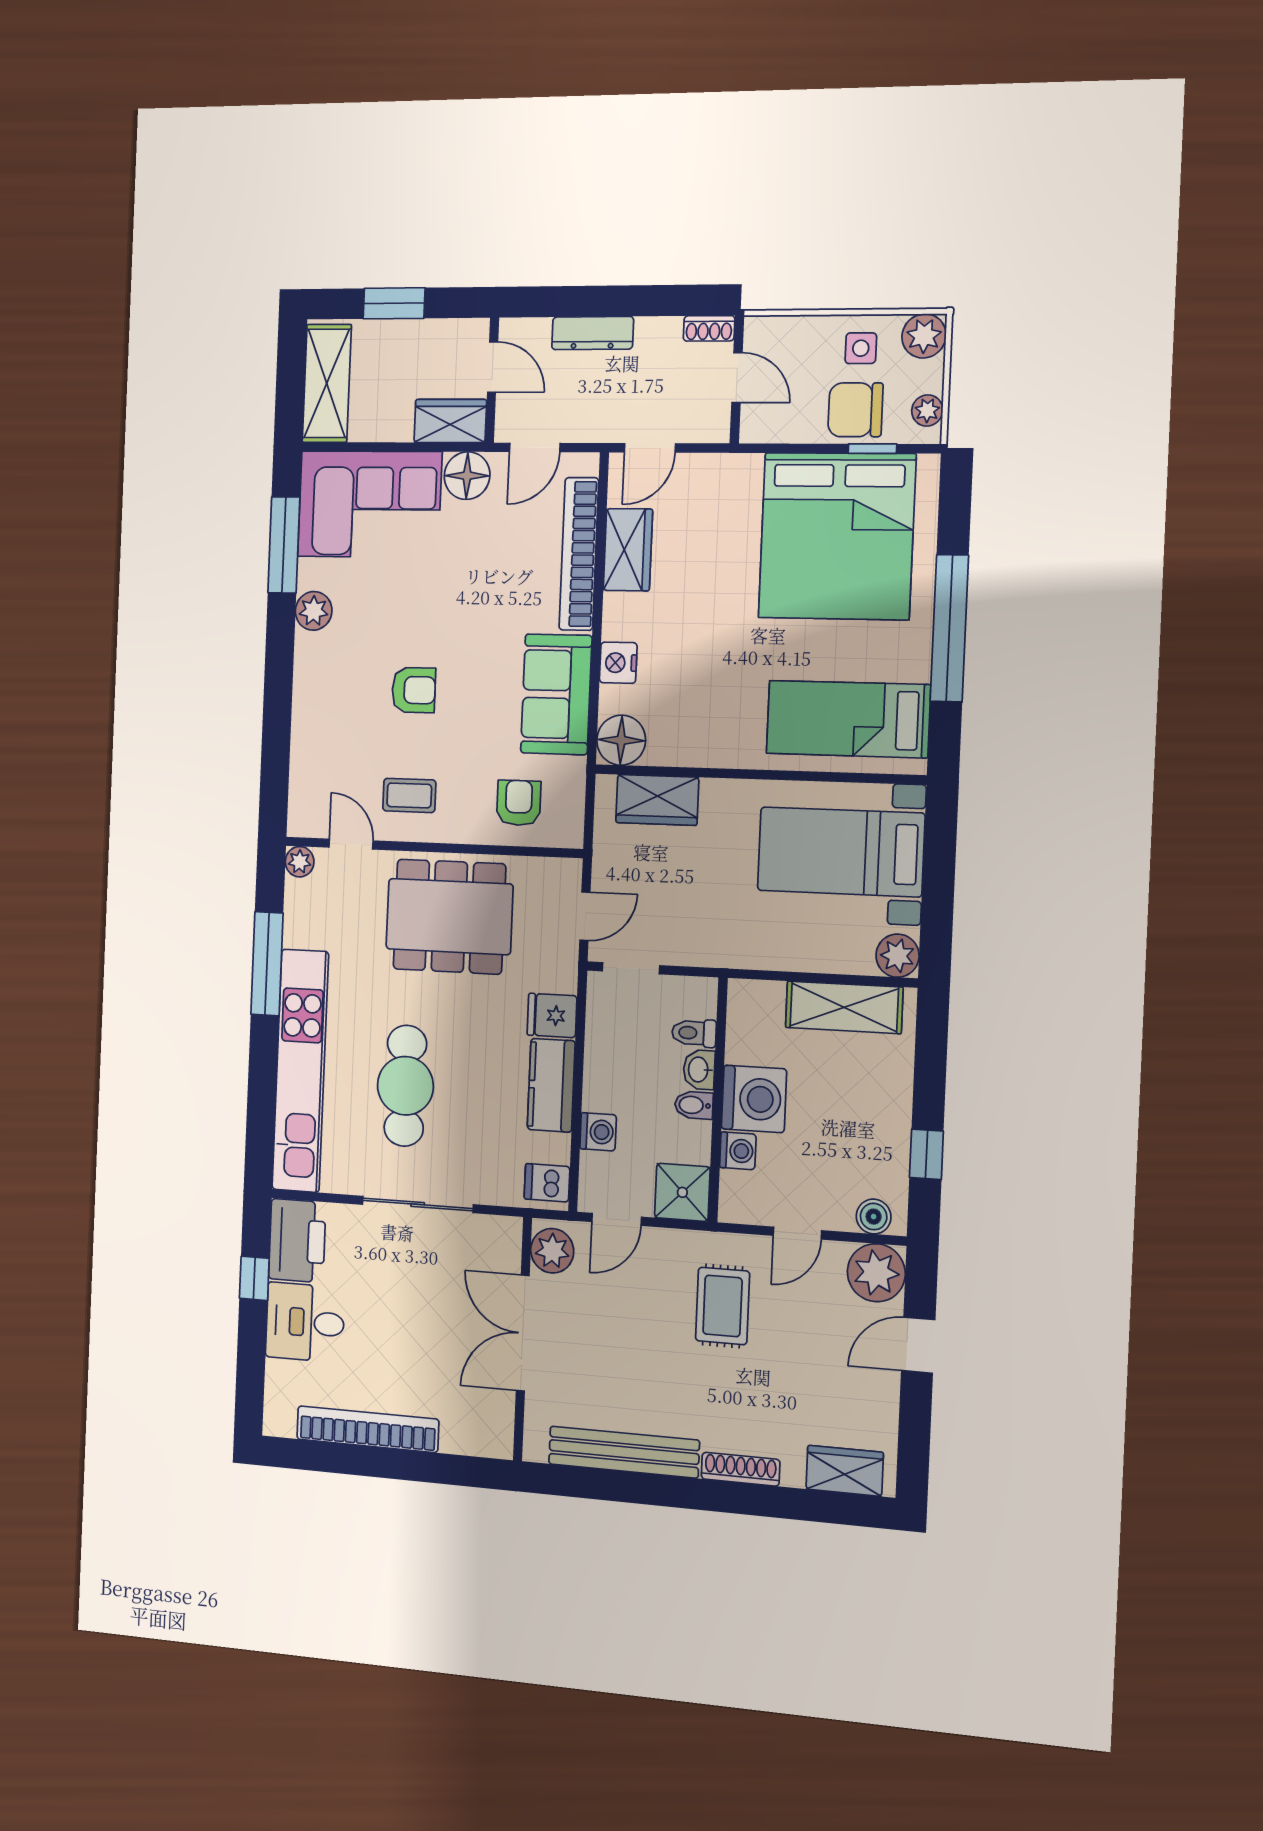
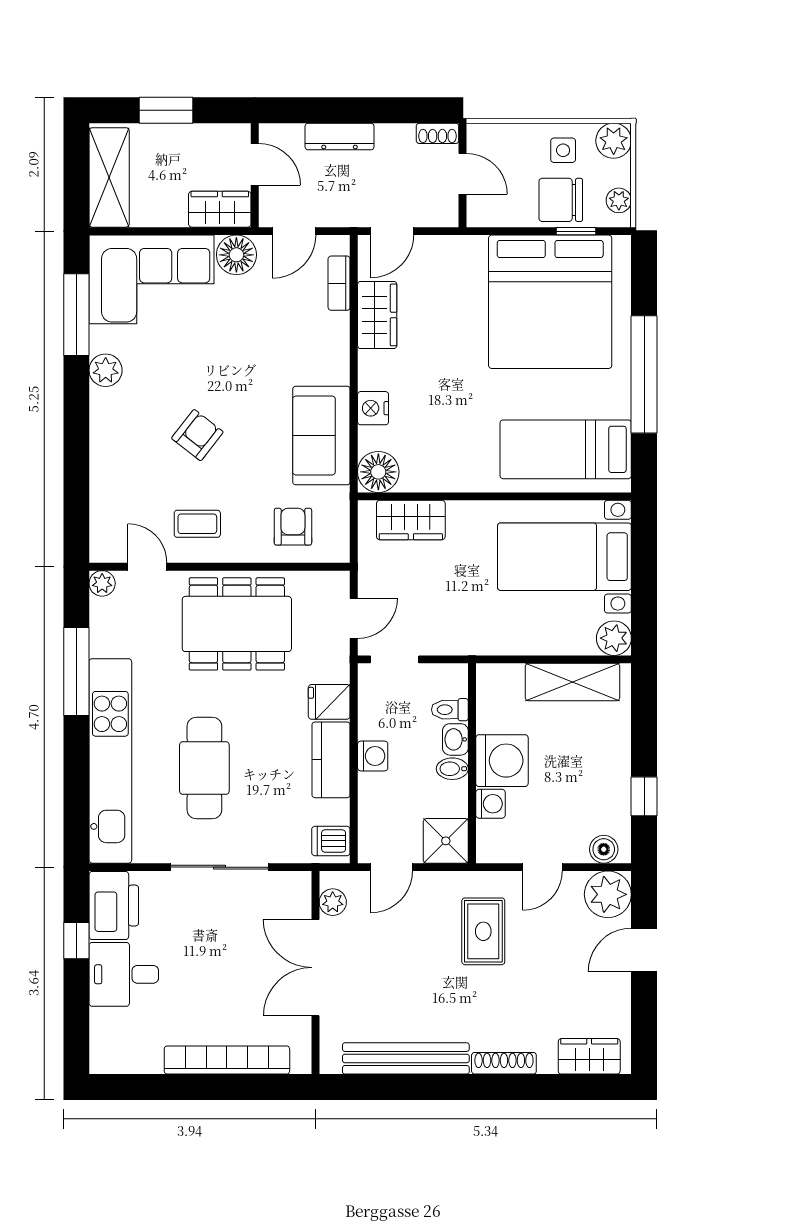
bookcase: (579, 554) -> (339, 283), width x0.43, depth x0.76
armchair: (414, 690) -> (197, 435), turned -52
washing machine: (598, 1132) -> (373, 756), moved
plant: (552, 1251) -> (333, 902), width x0.73, depth x0.73
bookcase: (368, 1429) -> (227, 1060), moved

